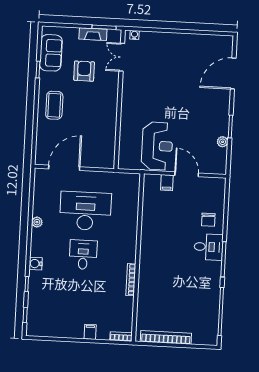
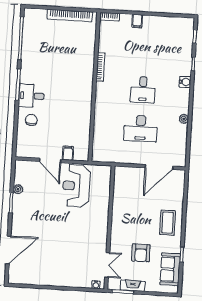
desk: (85, 211) -> (141, 129), width x0.73, depth x0.77

